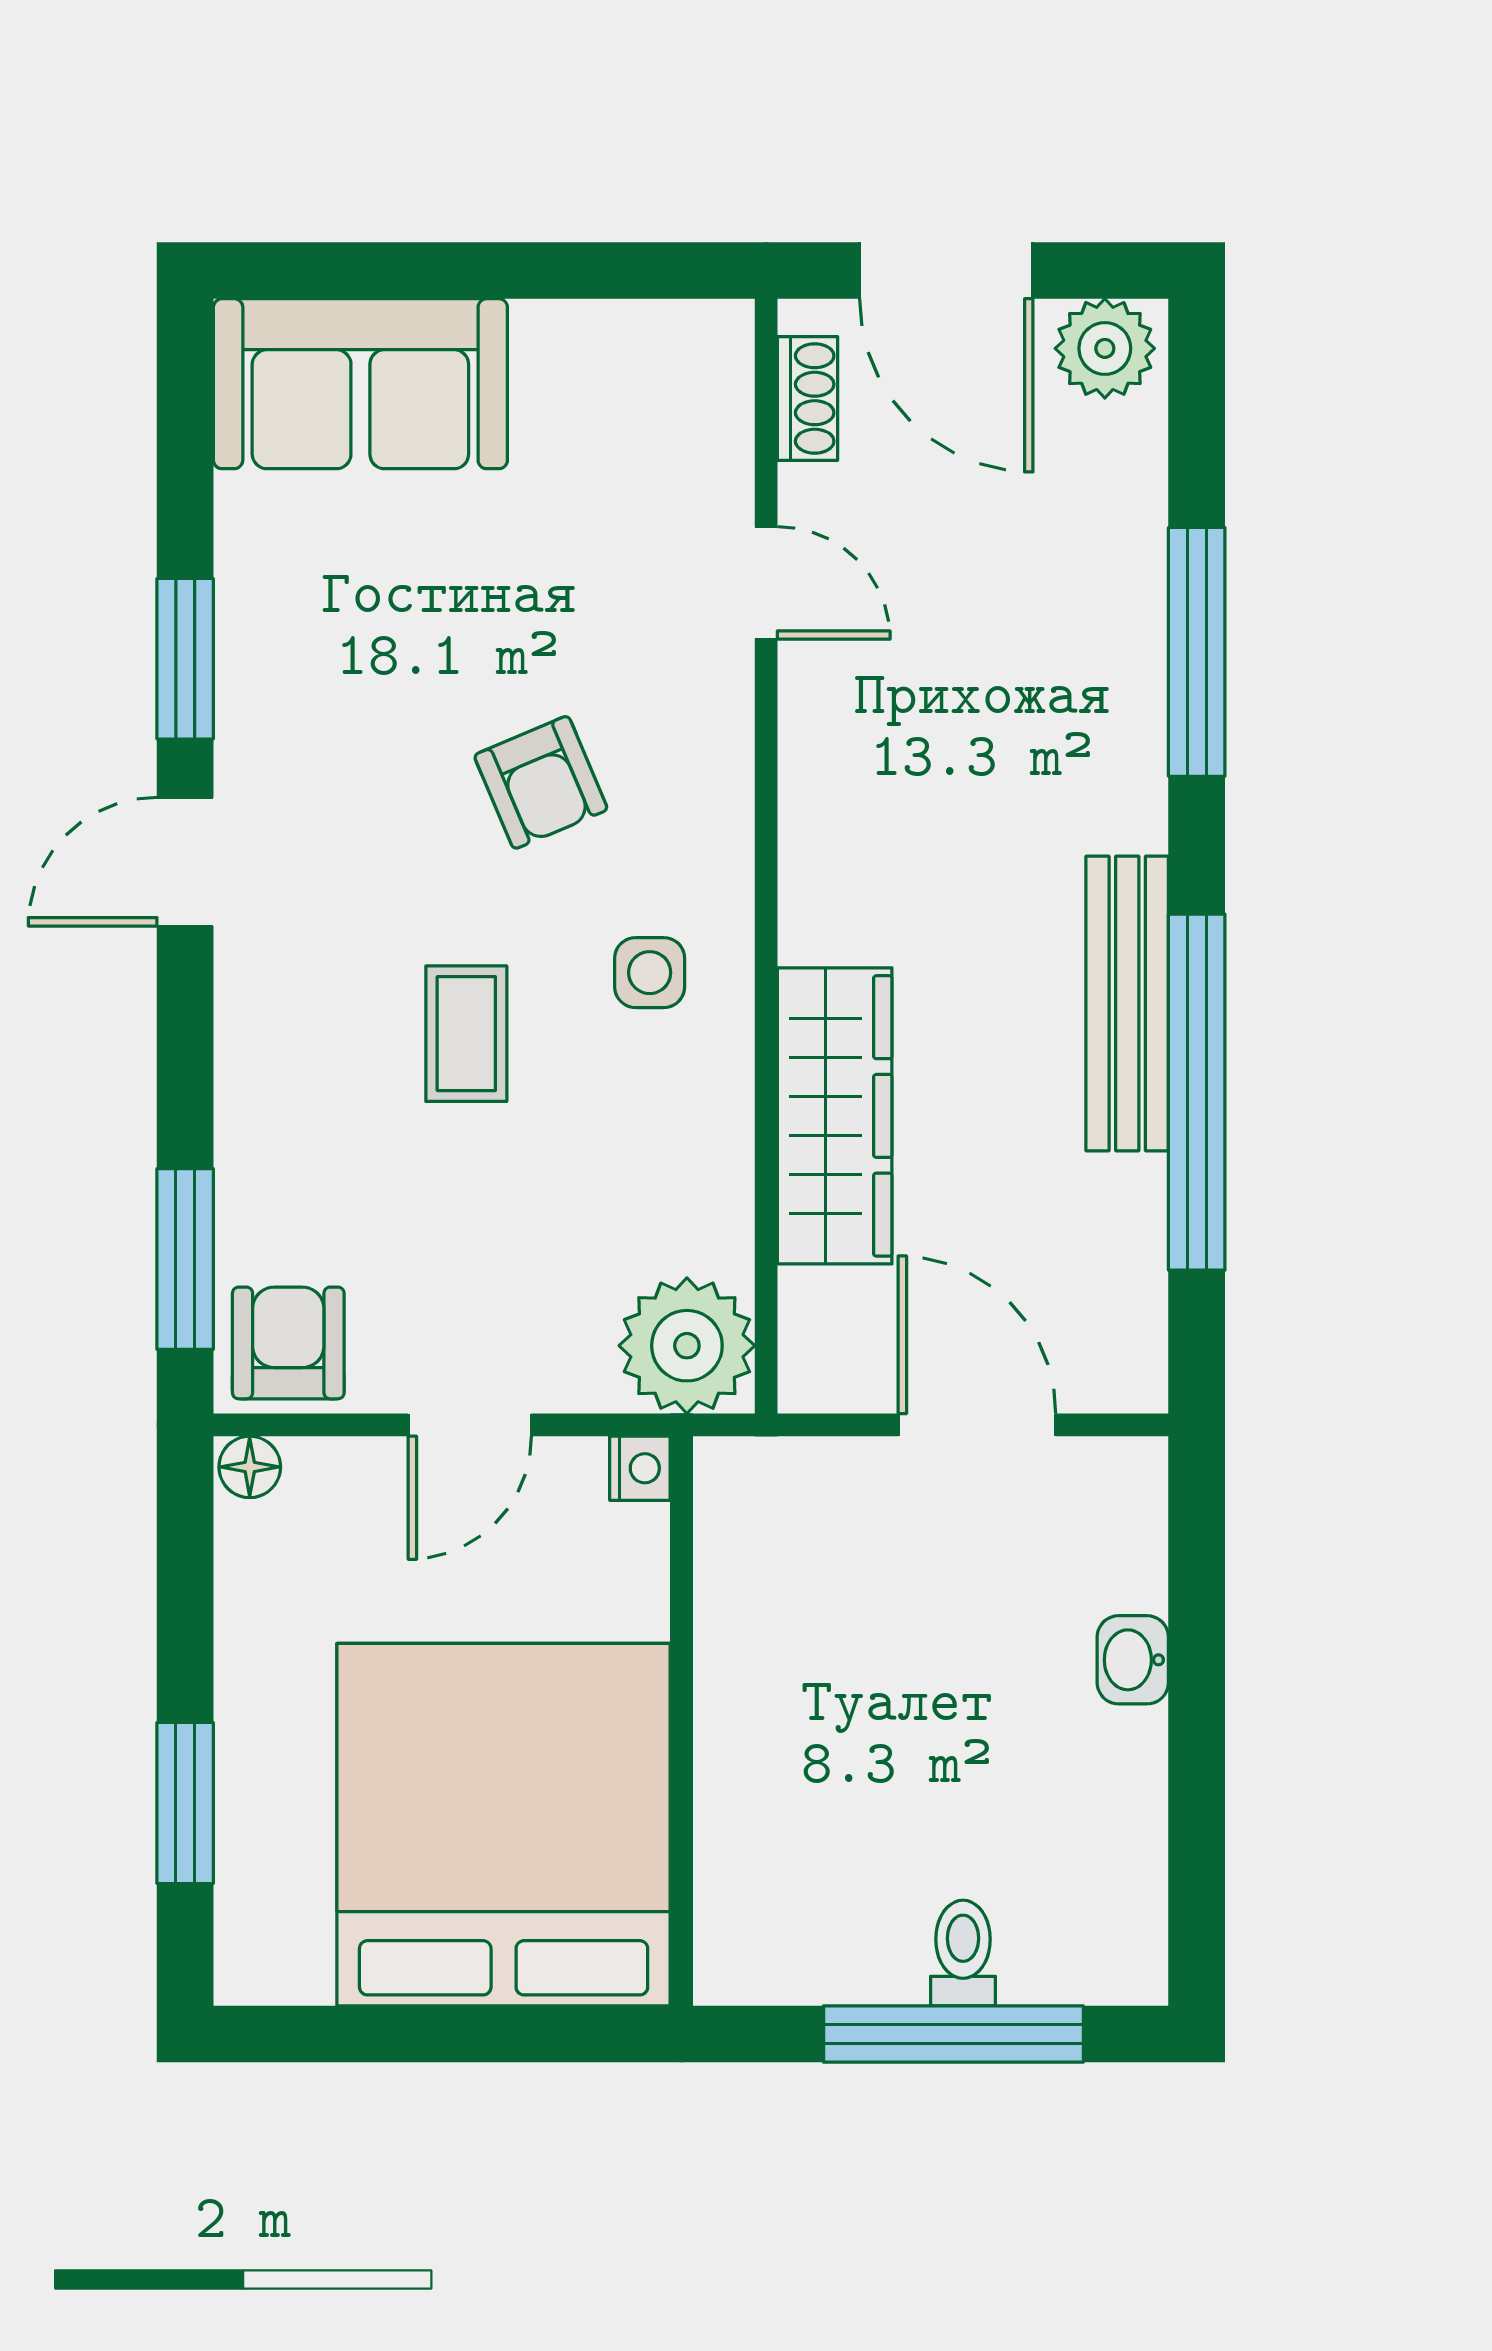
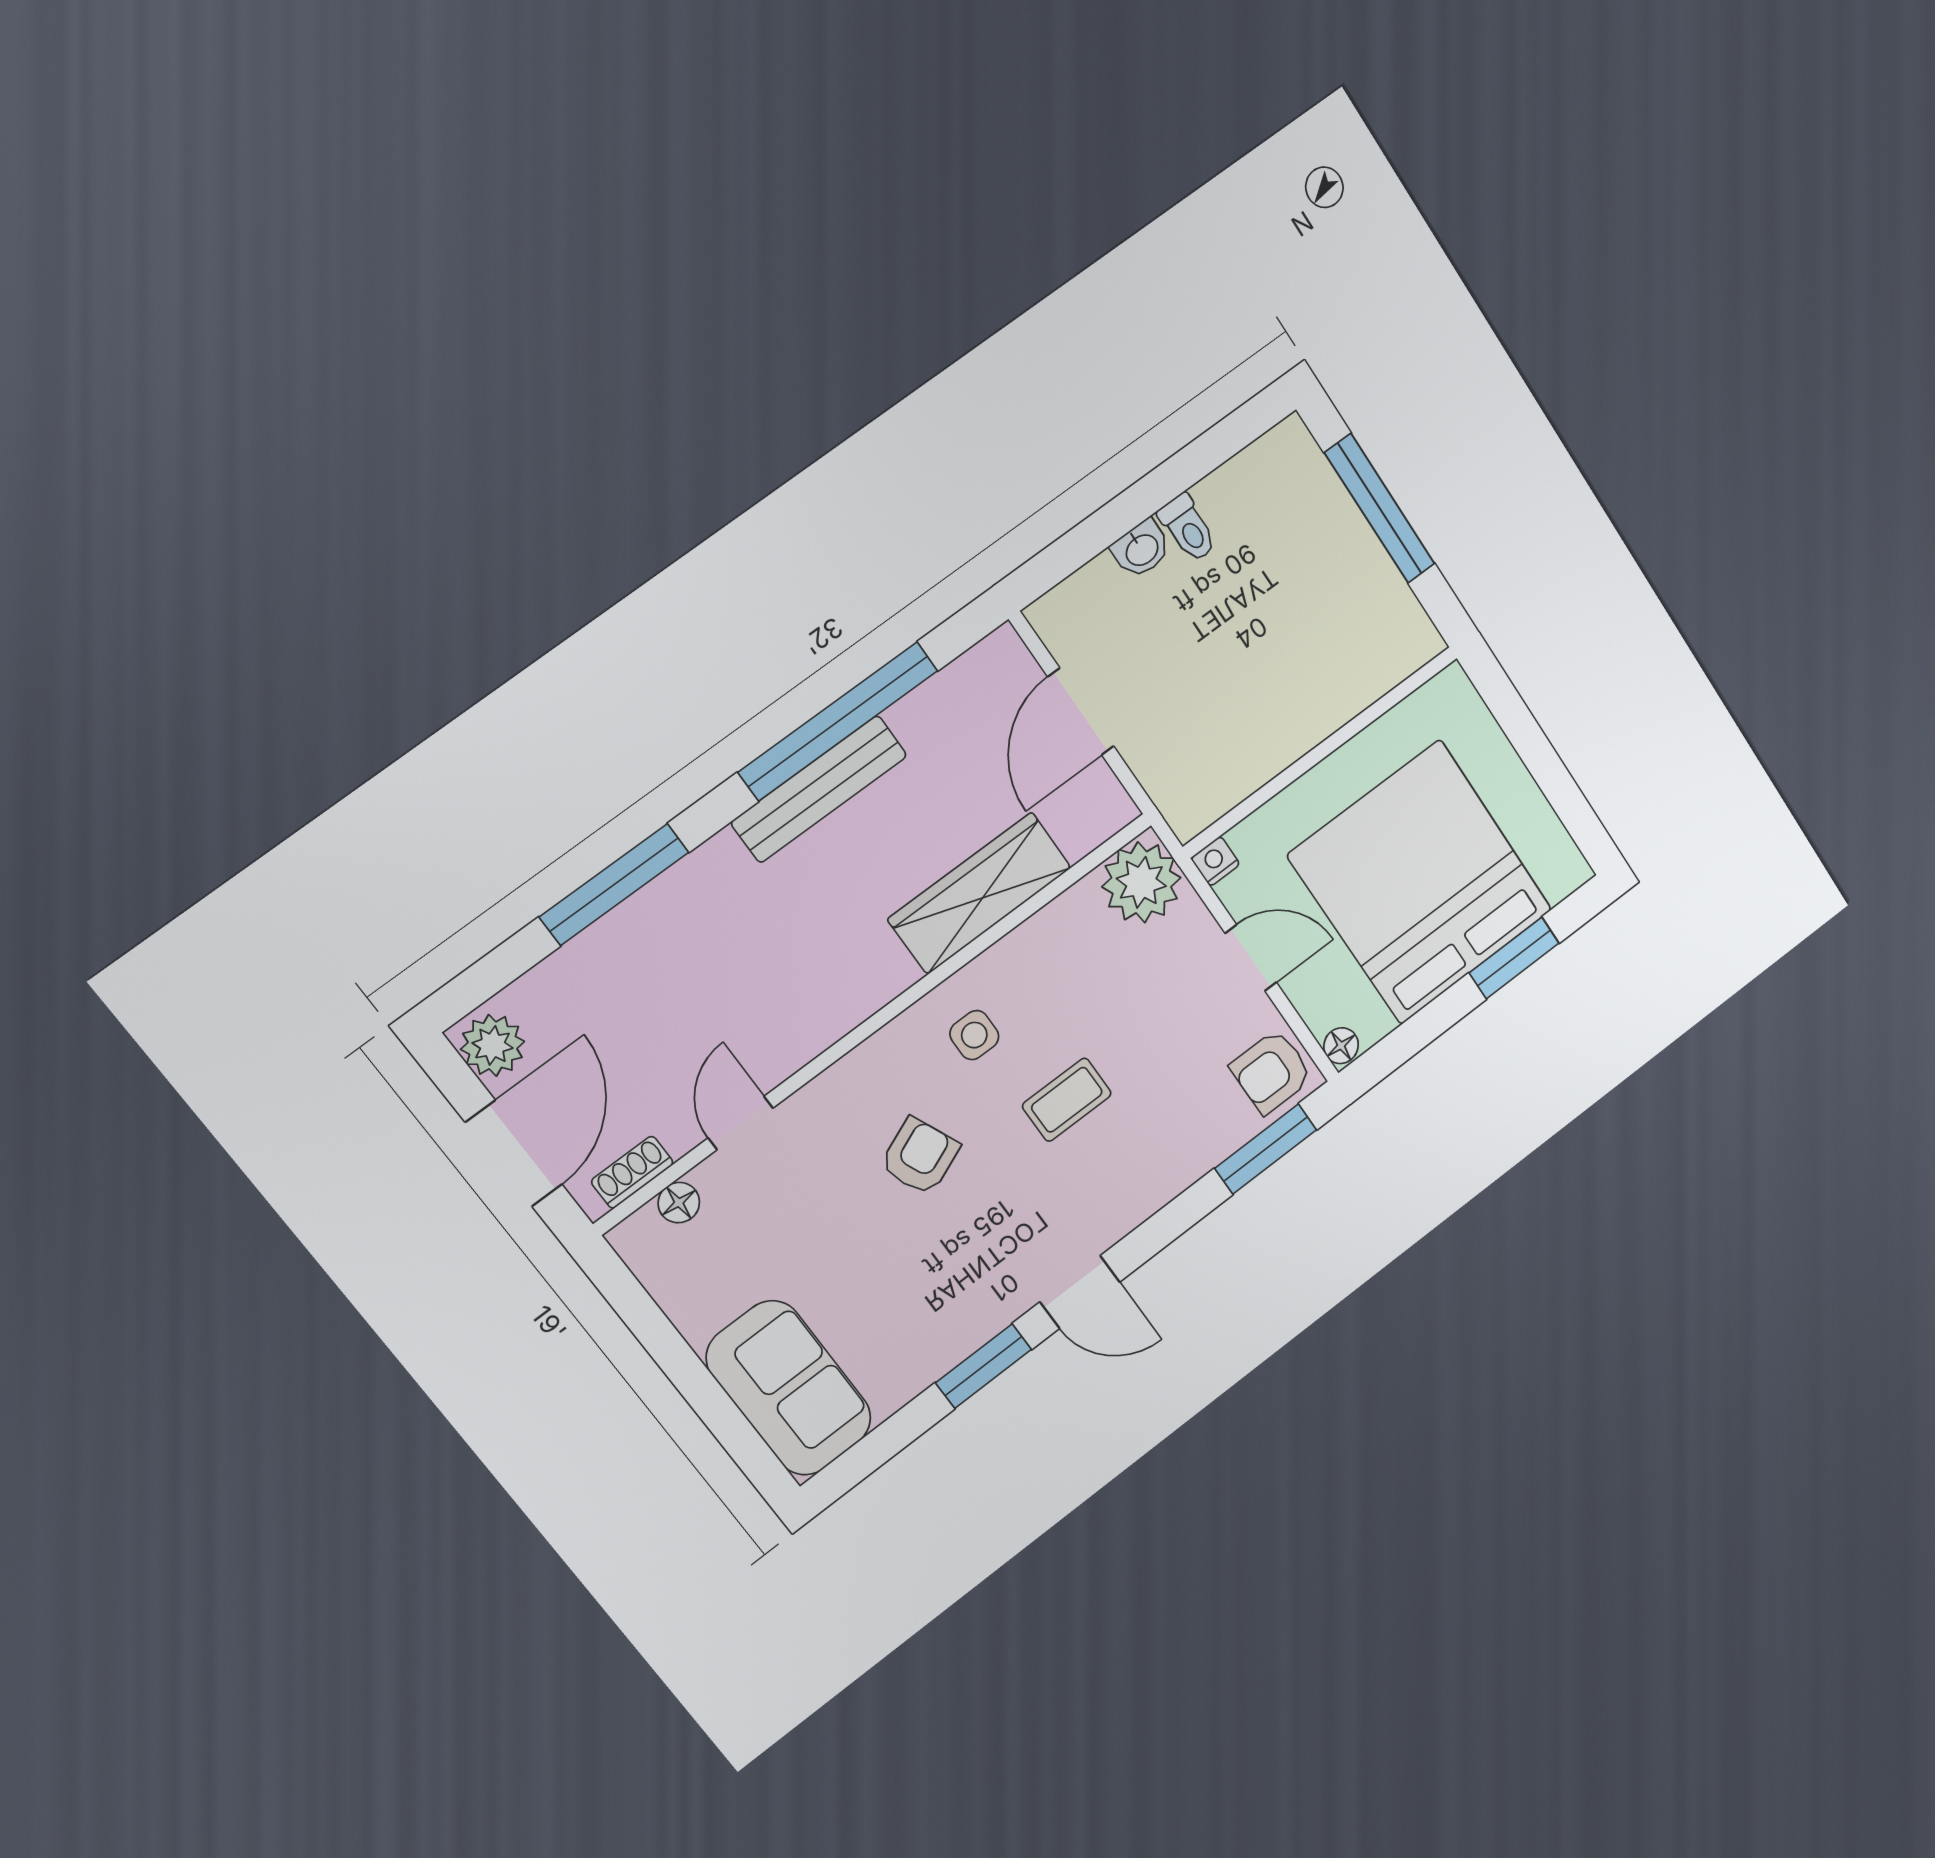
floor lamp: (722, 427) -> (679, 1203), added
bed: (504, 1825) -> (1421, 883), moved, turned 90
toilet: (963, 1953) -> (1188, 528), moved, turned -90

